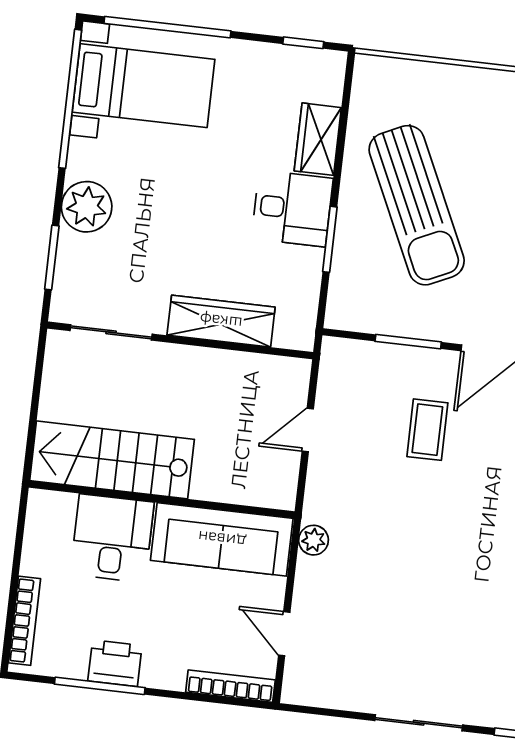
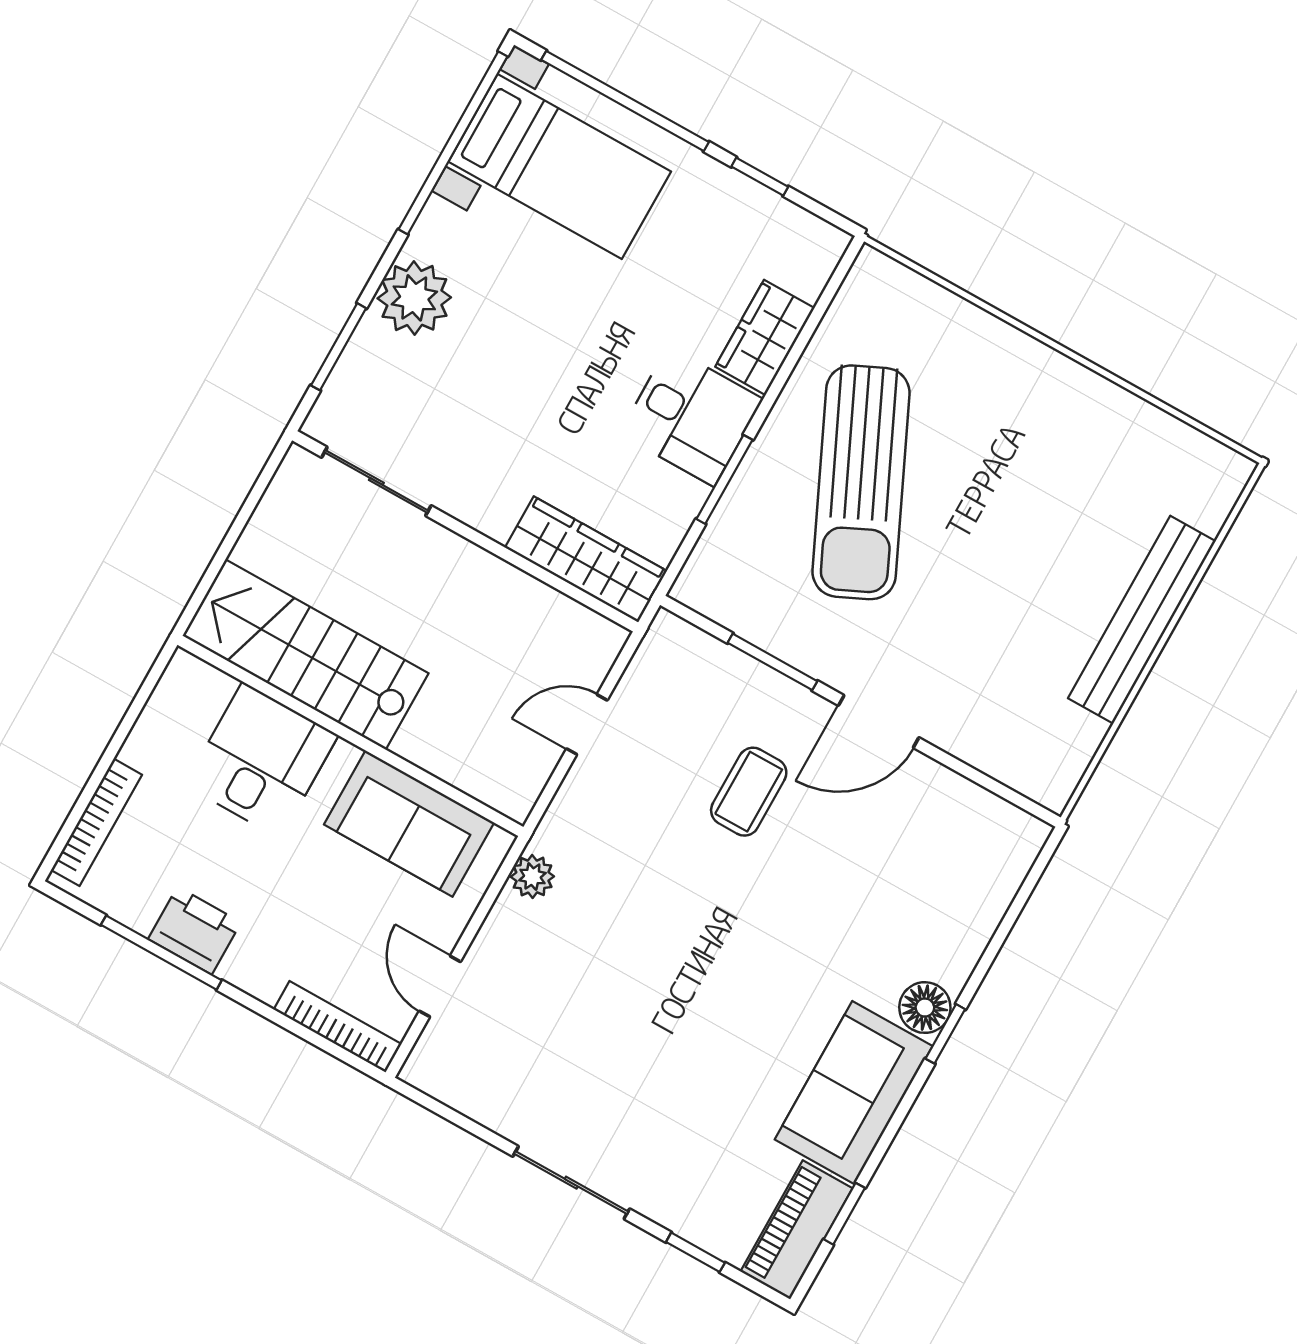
window: (303, 43) -> (760, 177), moved
wardrobe: (221, 321) -> (586, 559), moved
sofa: (222, 539) -> (409, 824), width x0.73

